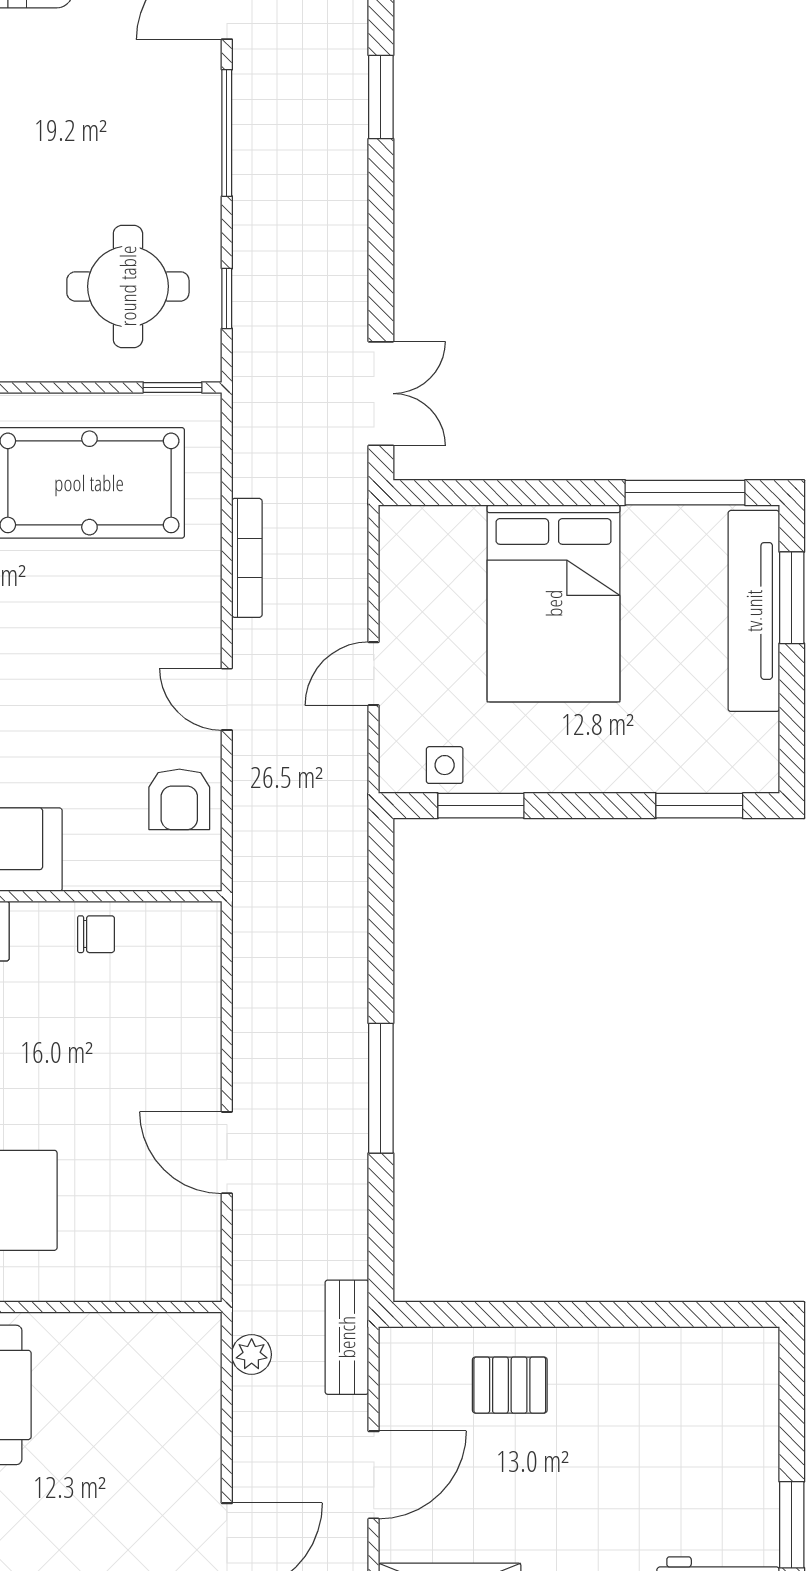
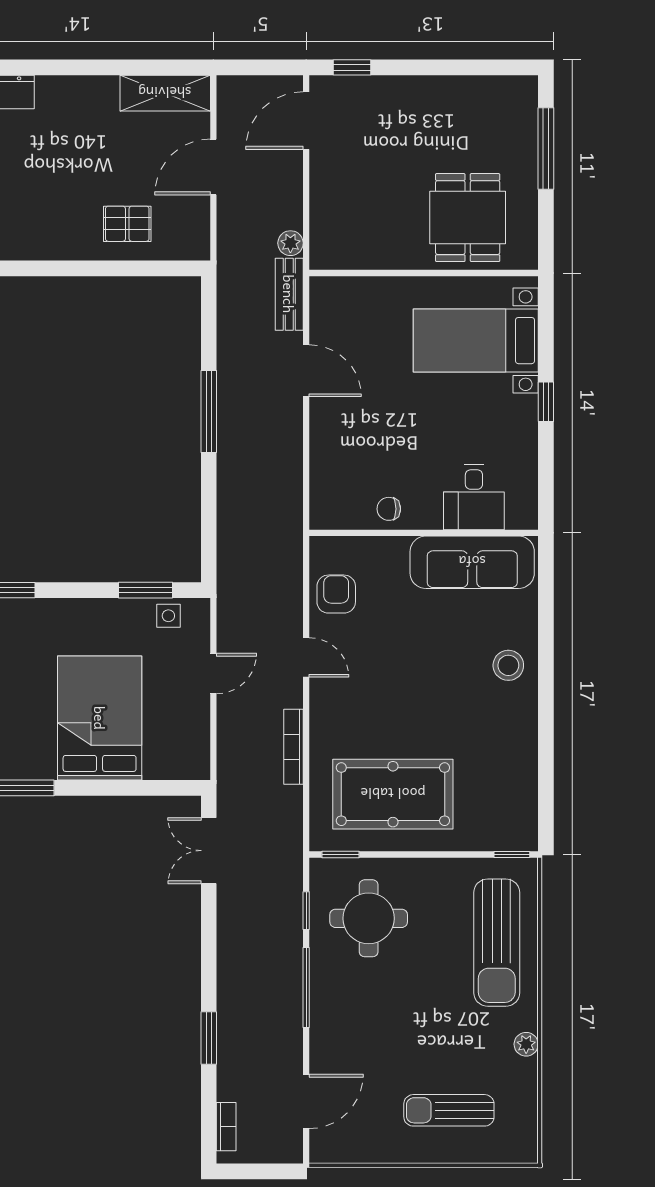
window: (227, 133) -> (306, 987), moved
bench: (347, 1337) -> (289, 294), moved

